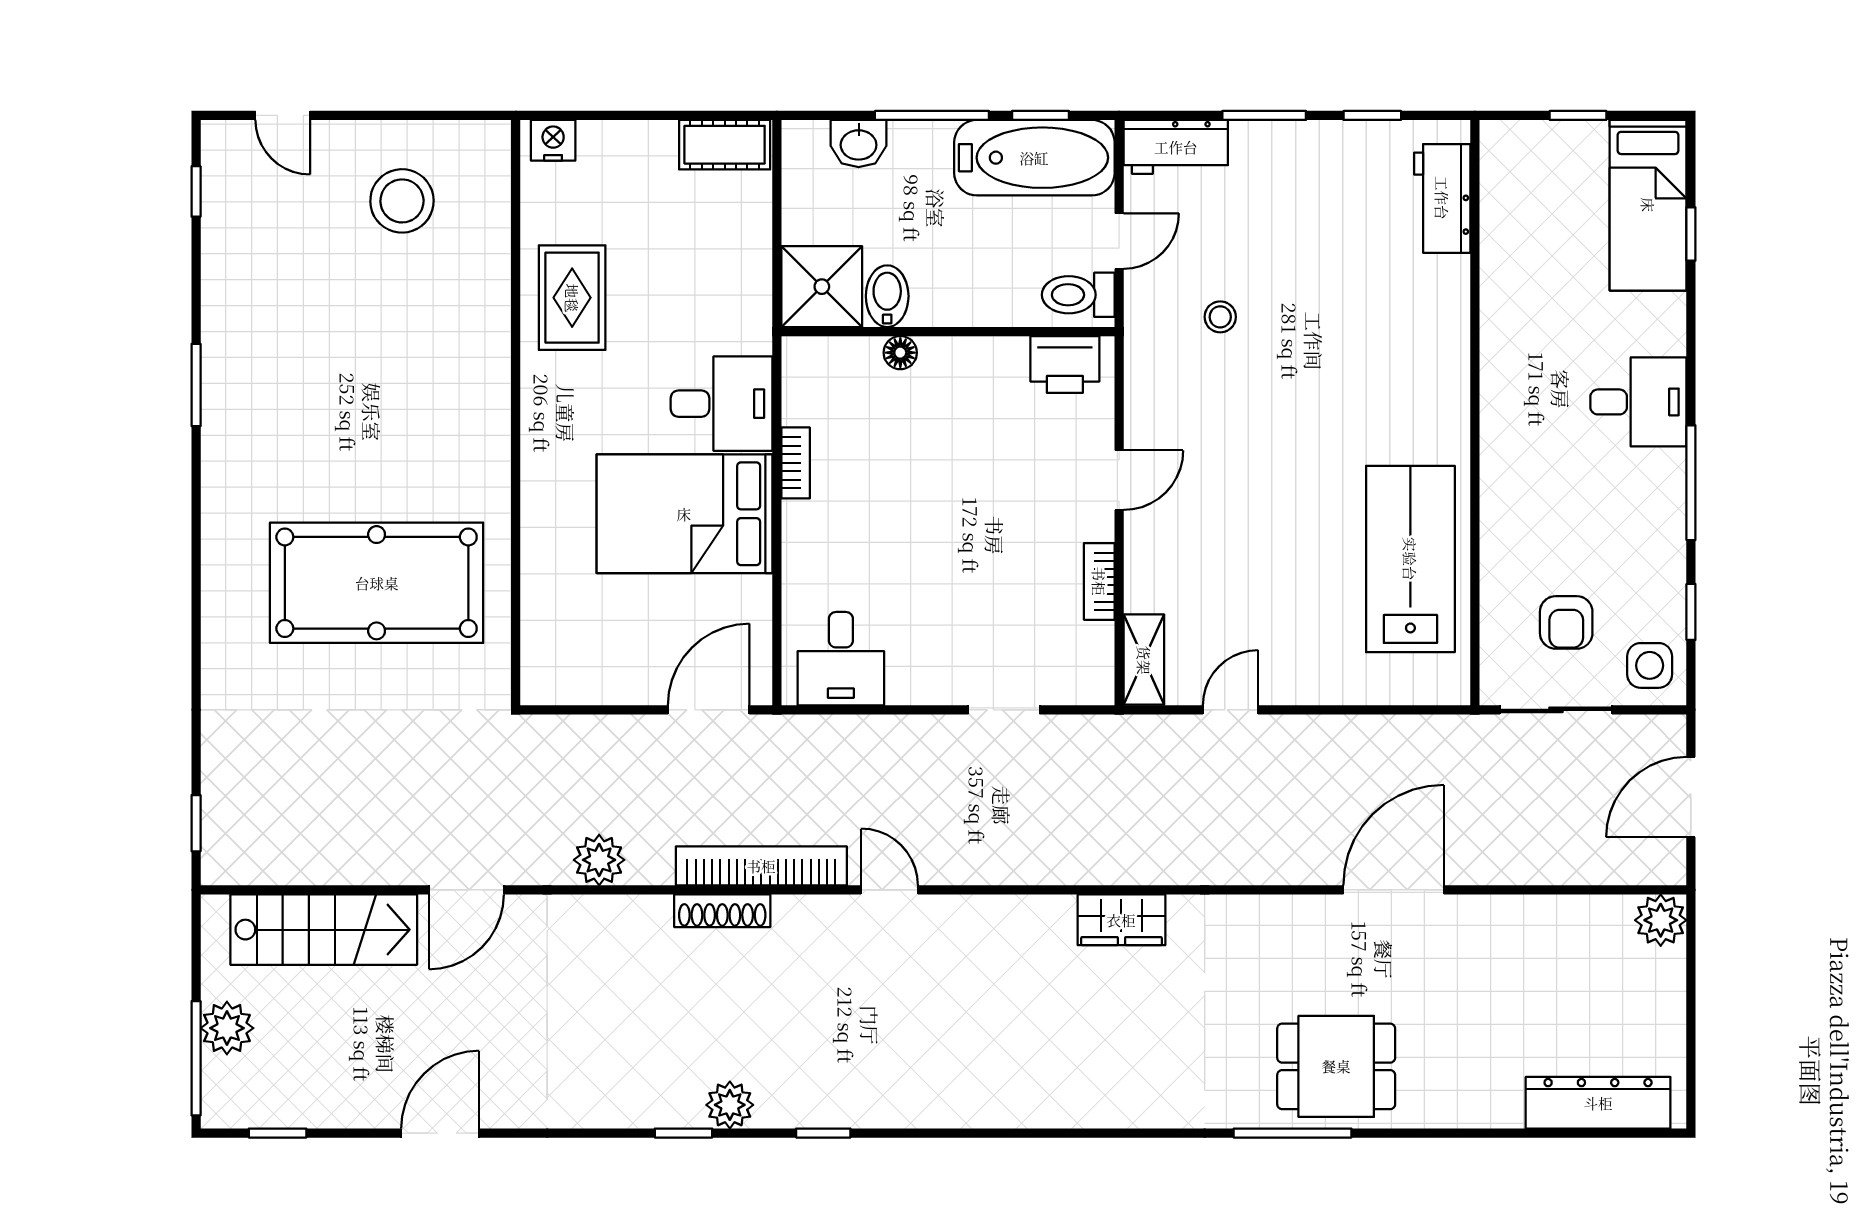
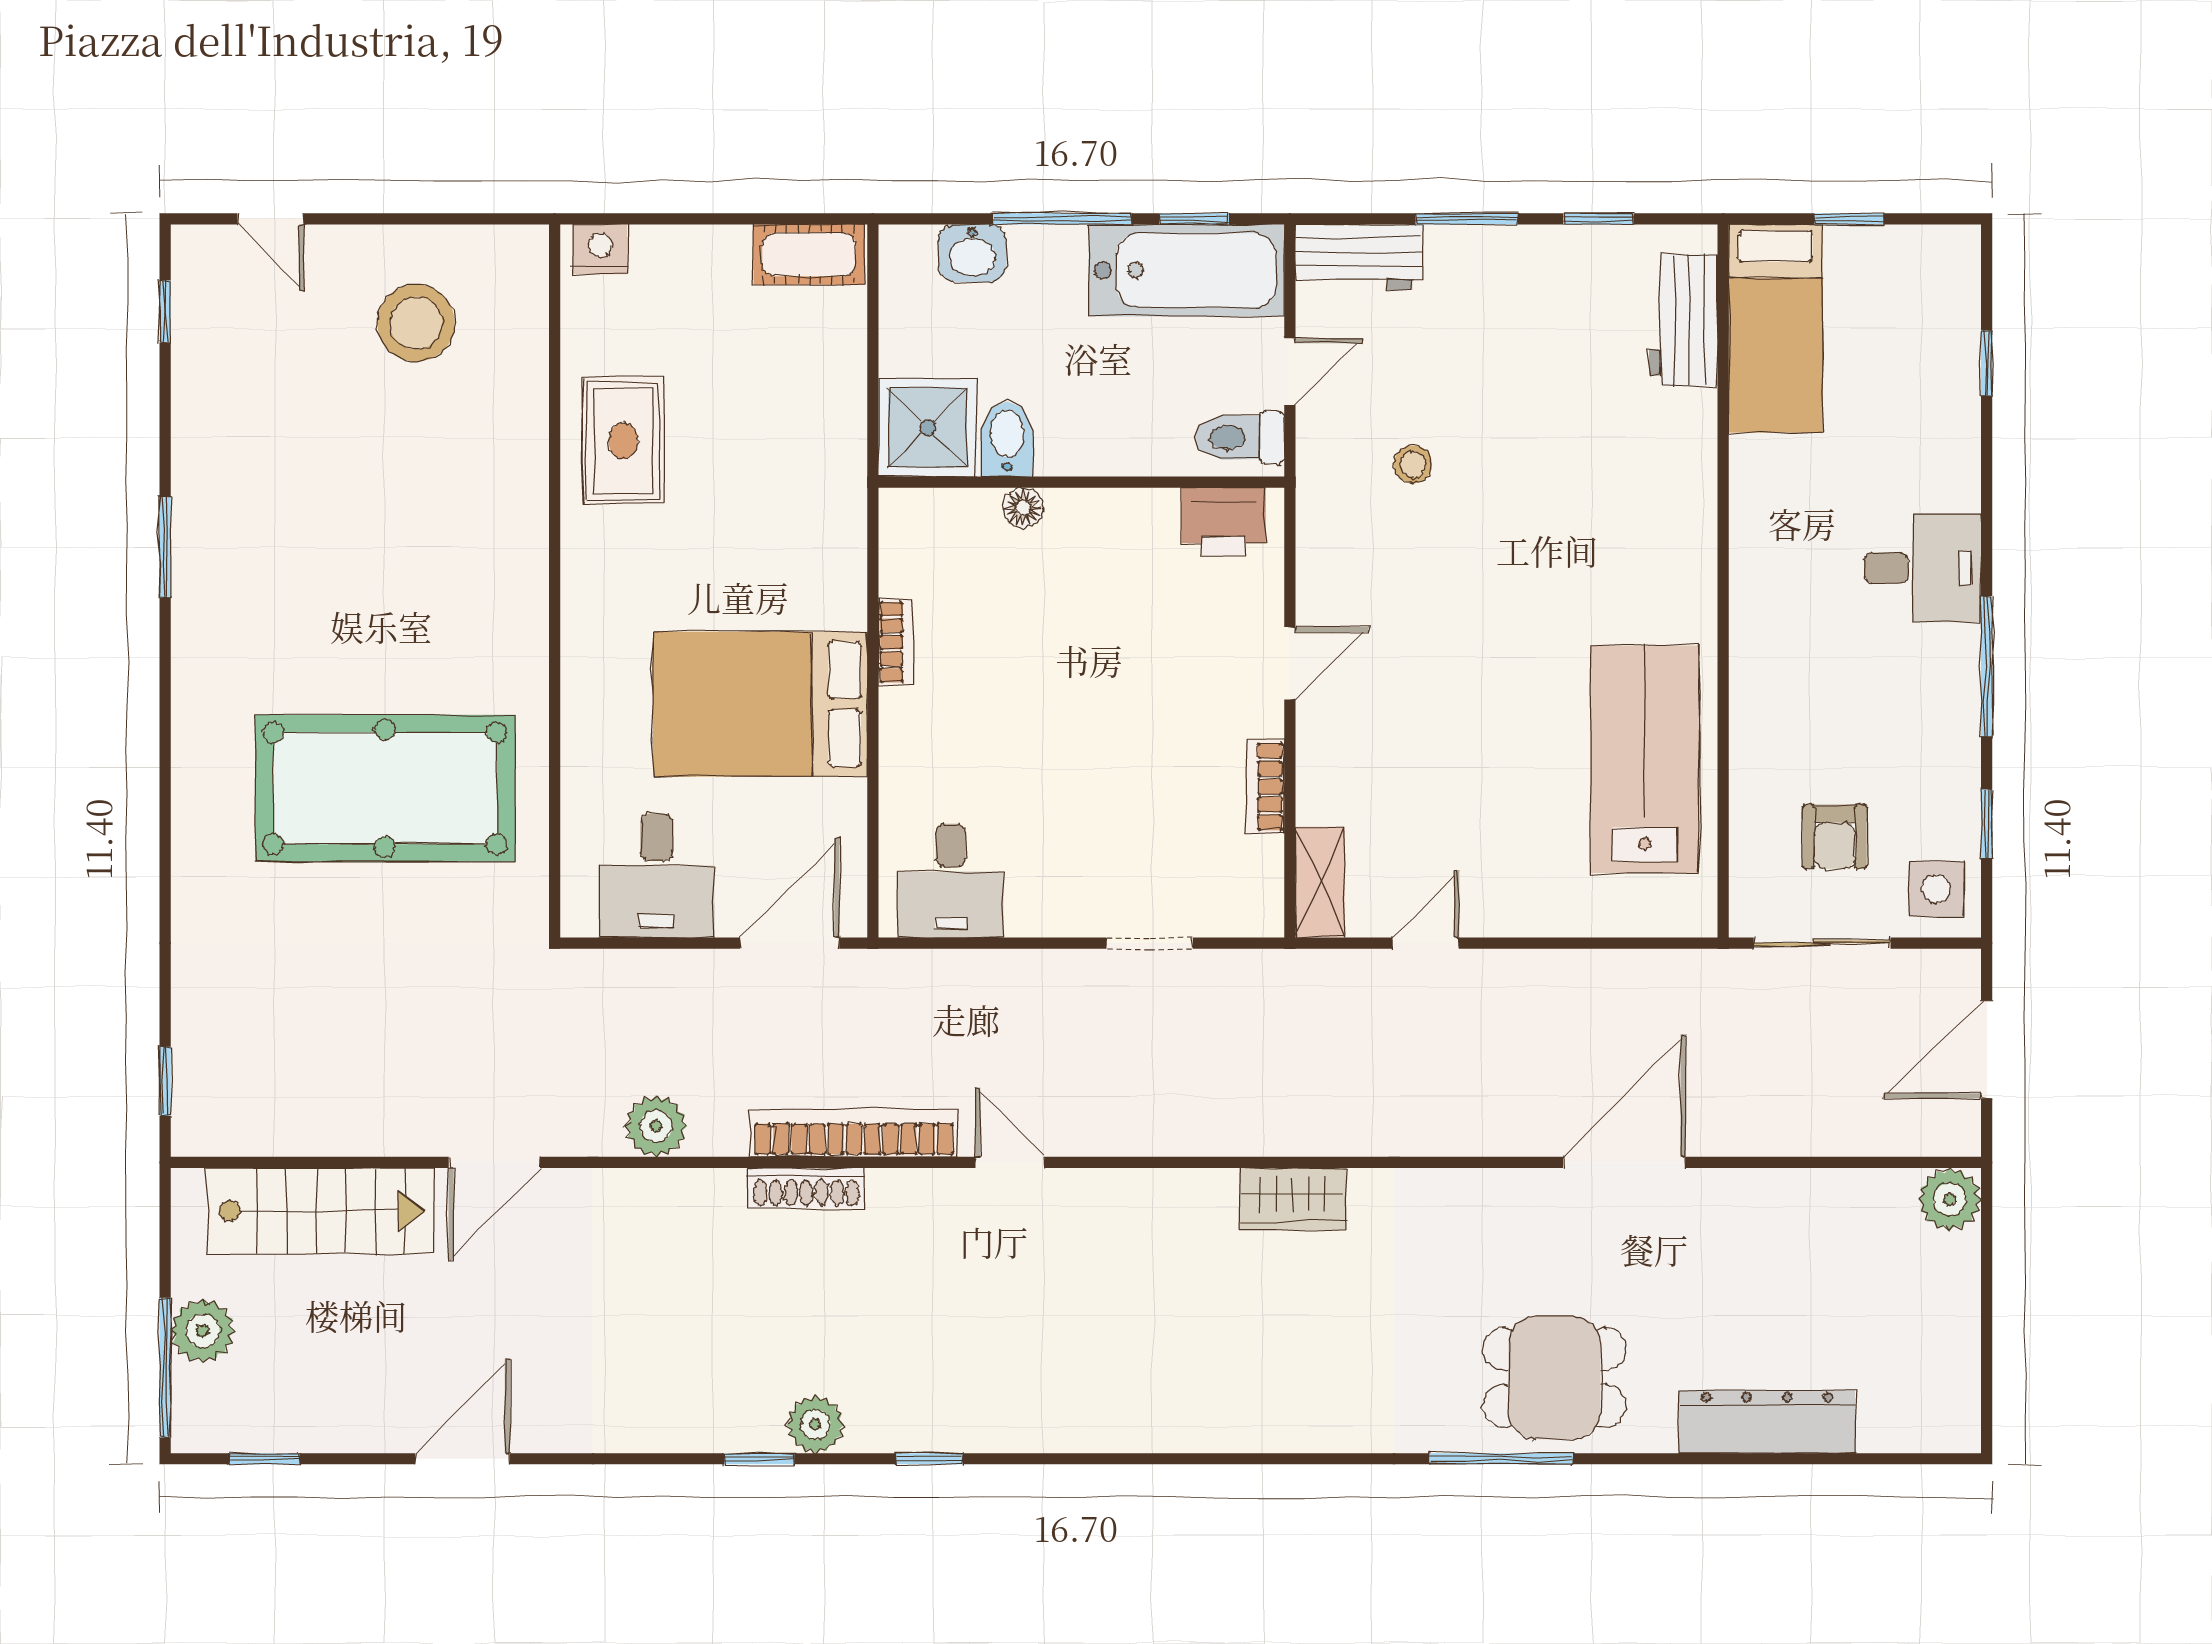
bed: (1648, 205) -> (1775, 328), moved
desk: (722, 404) -> (656, 876), moved, turned 90
dresser: (1598, 1103) -> (1767, 1422), moved

